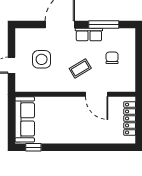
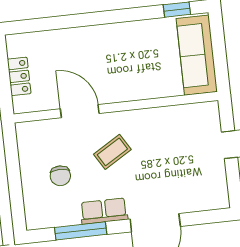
side table: (42, 59) -> (180, 160), removed
locker: (130, 118) -> (19, 76), width x0.66

